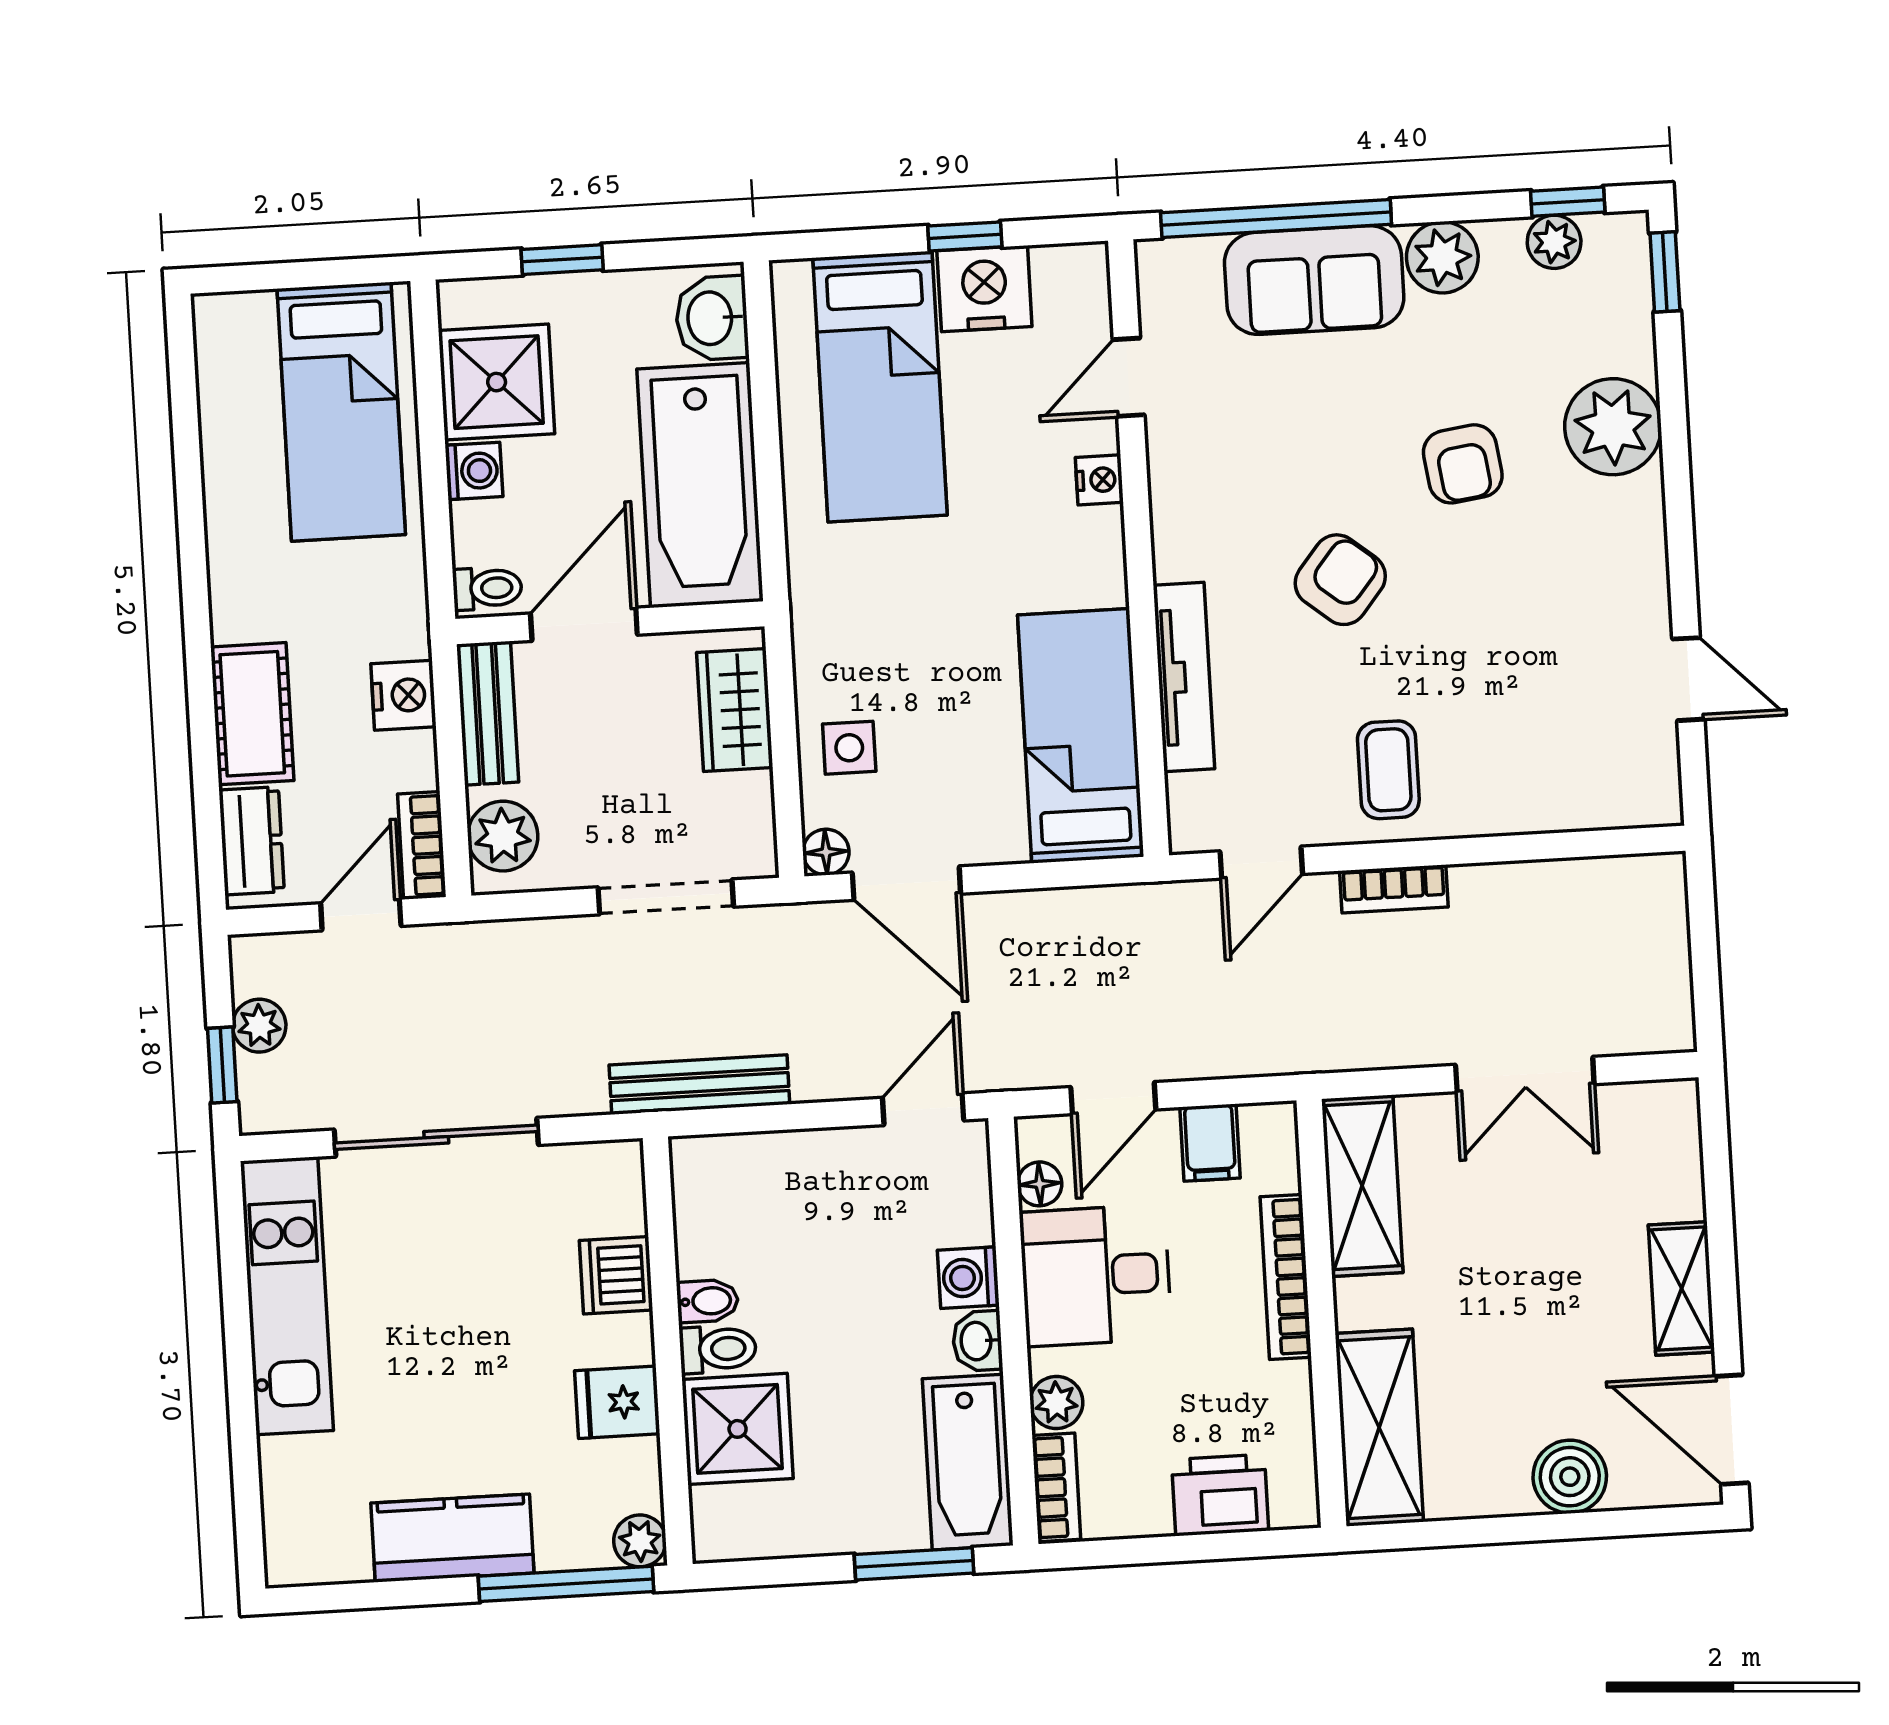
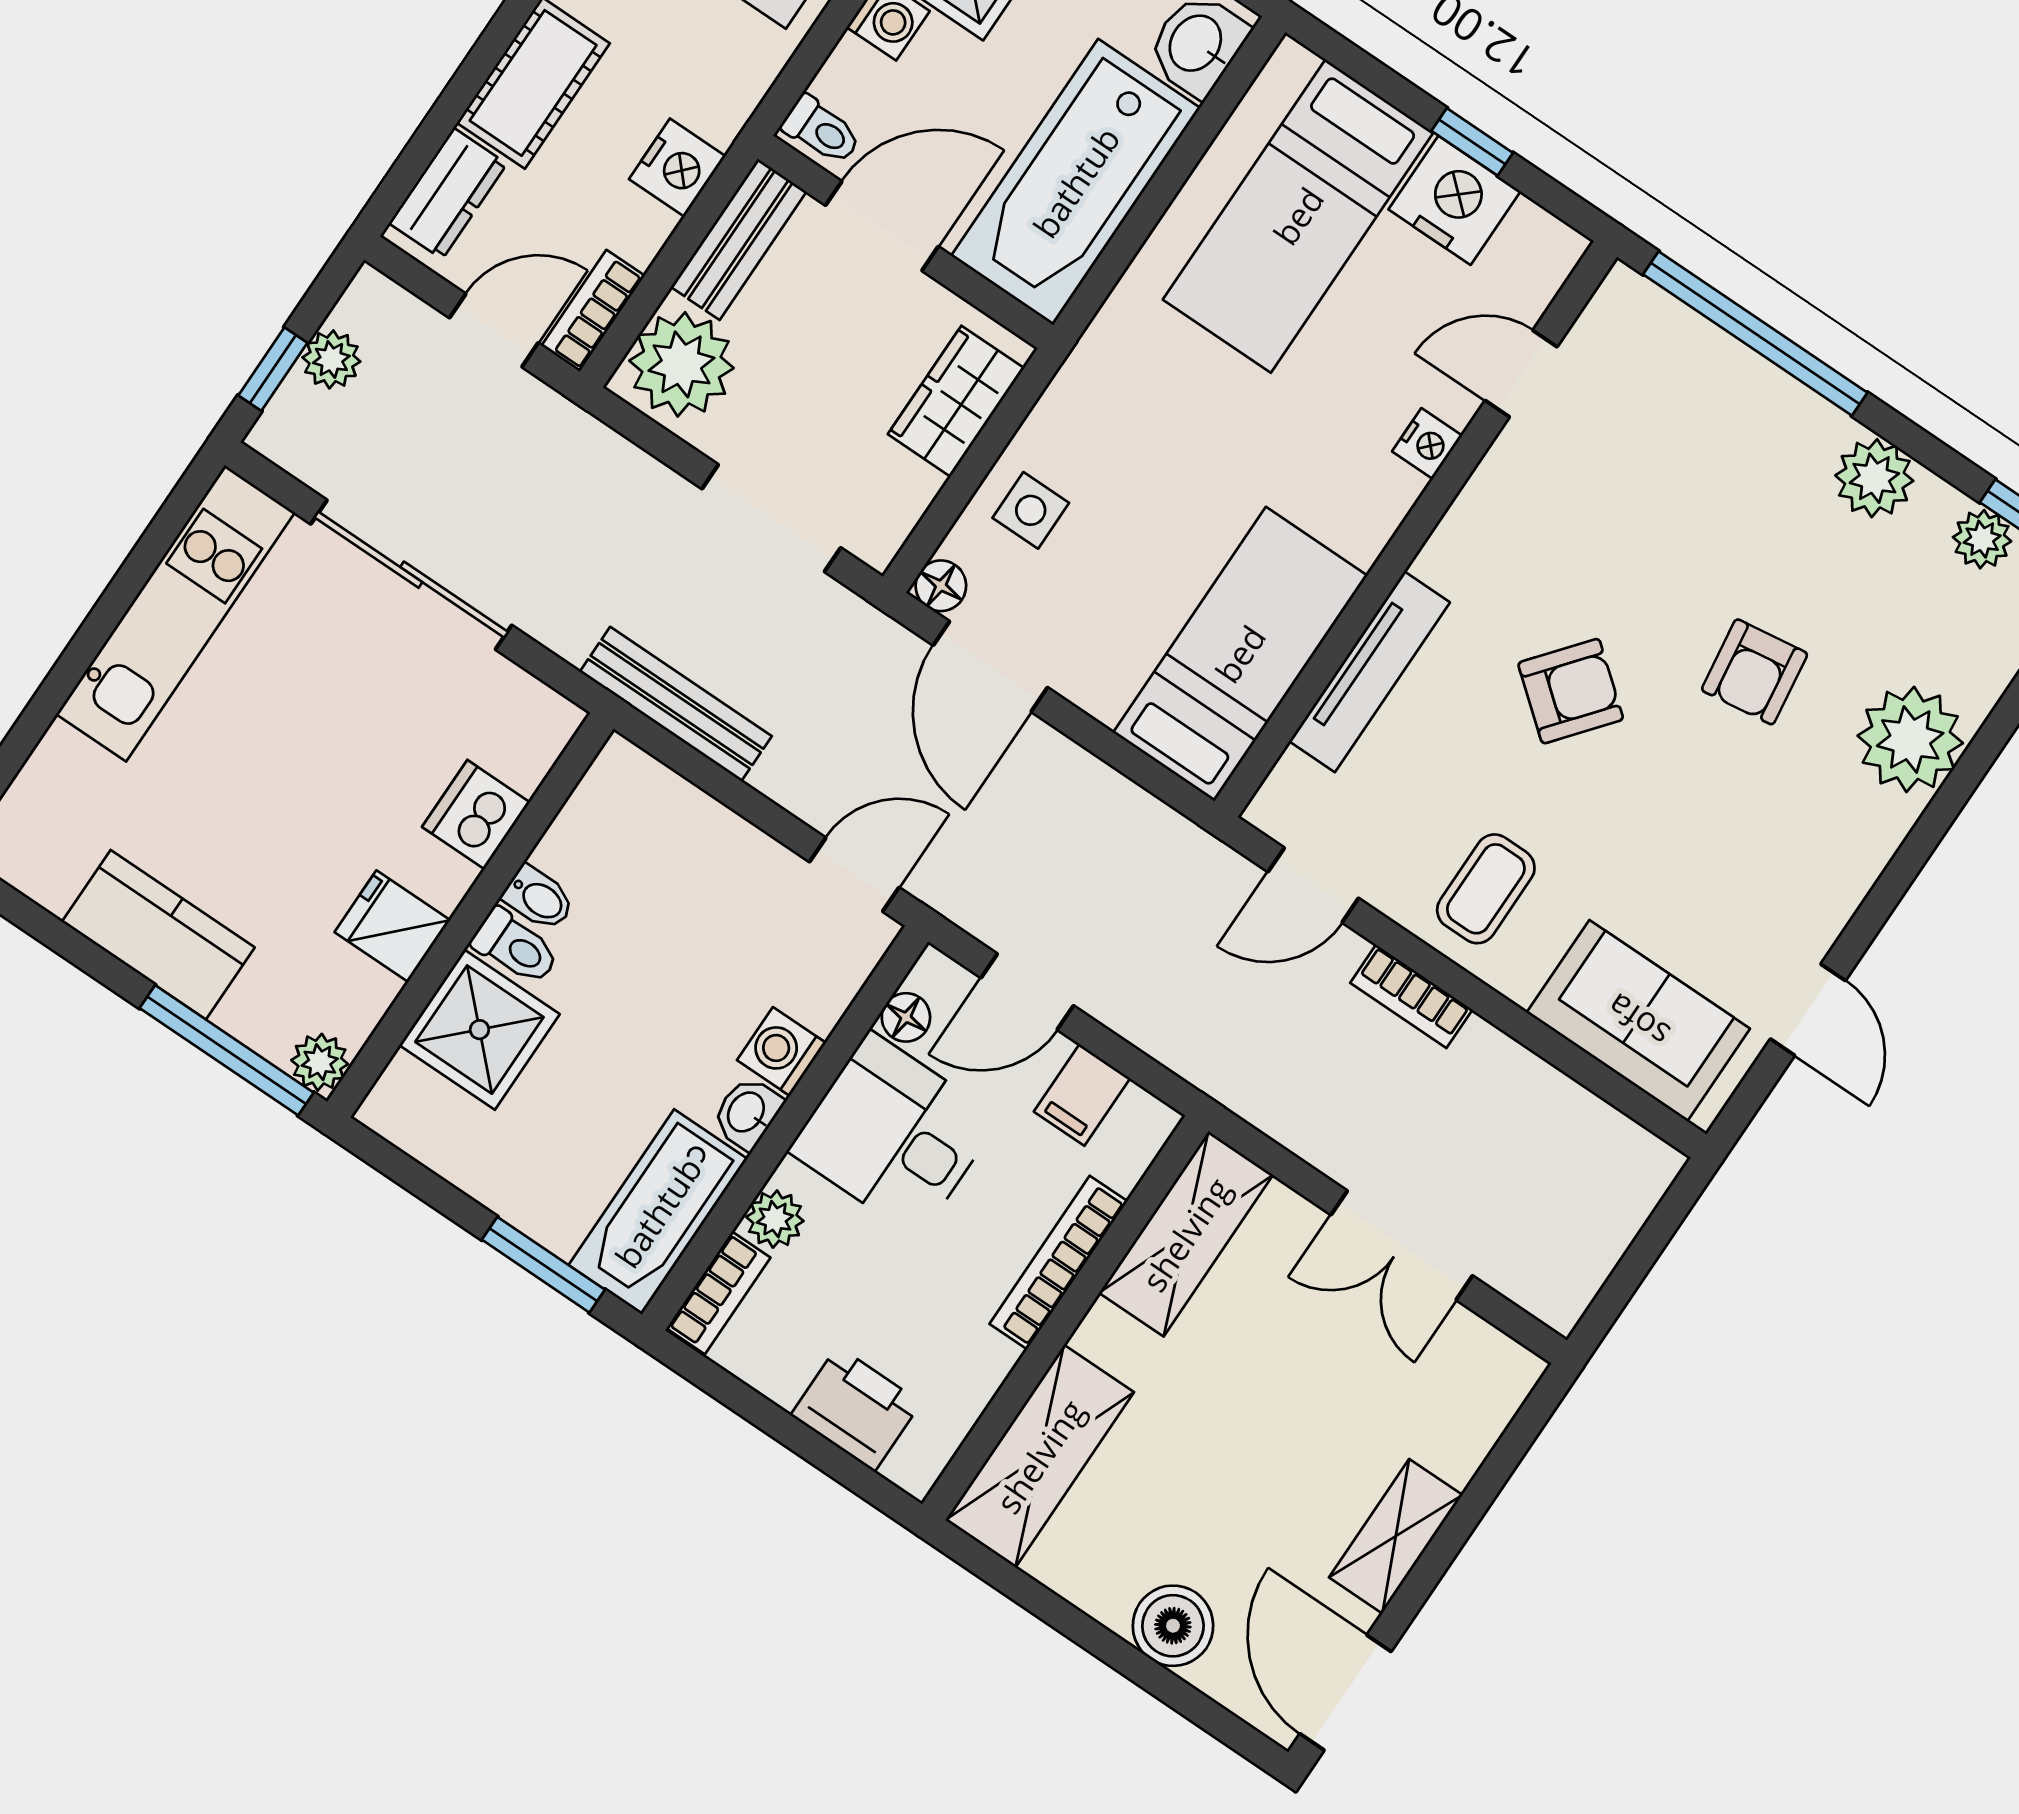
sofa: (1314, 280) -> (1638, 1021), moved, turned 180
plant: (503, 836) -> (681, 364), width x1.36, depth x1.36

